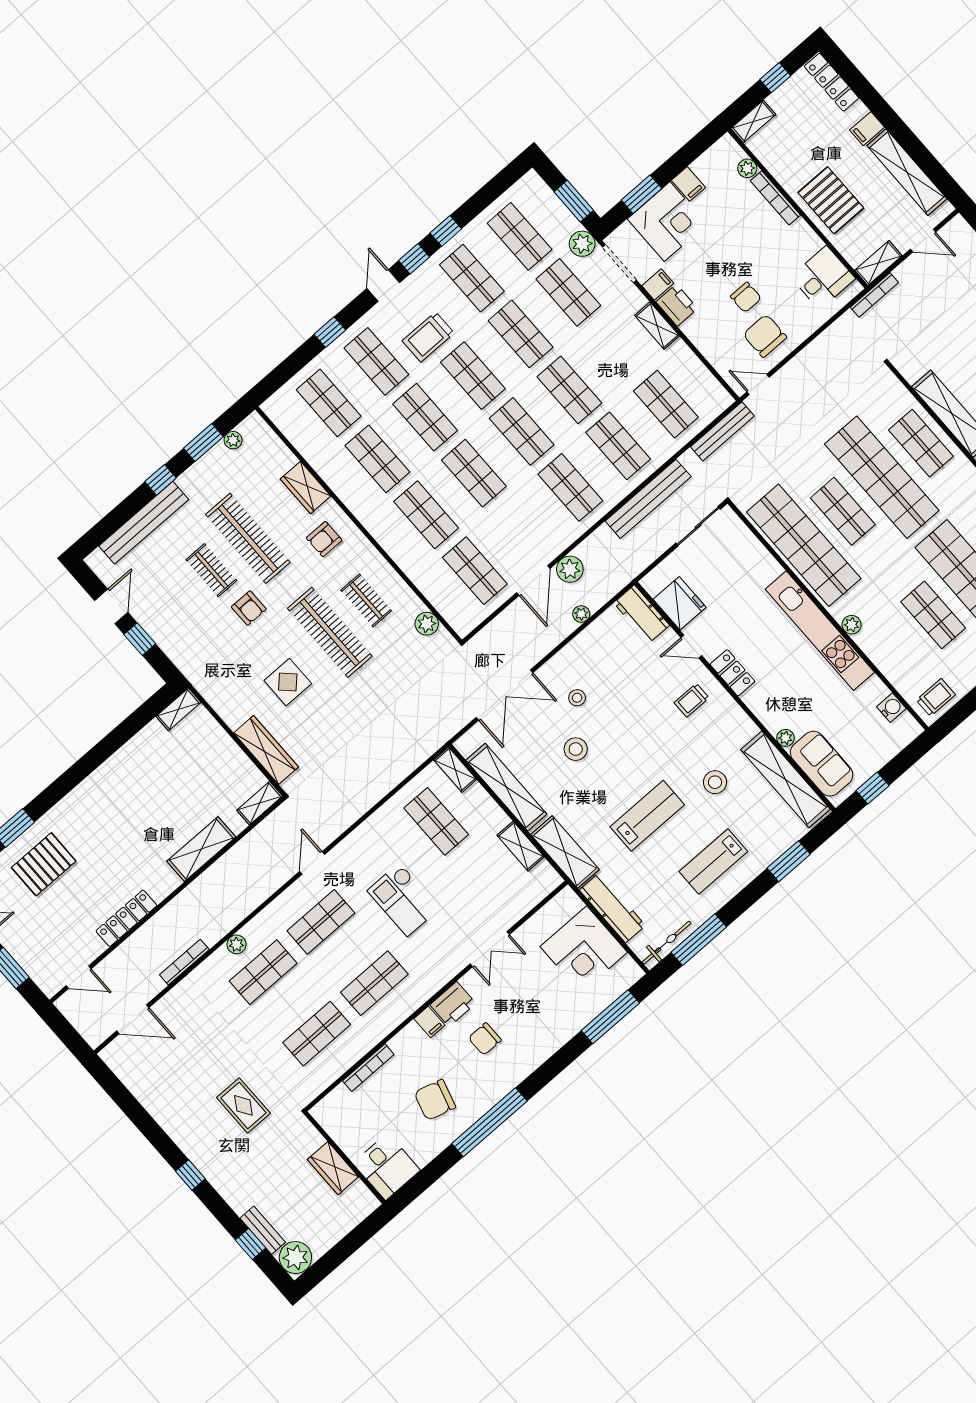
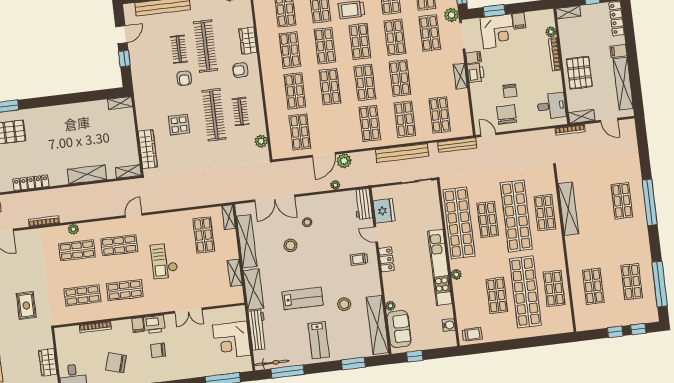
lab bench: (713, 861) -> (319, 340), turned -90

